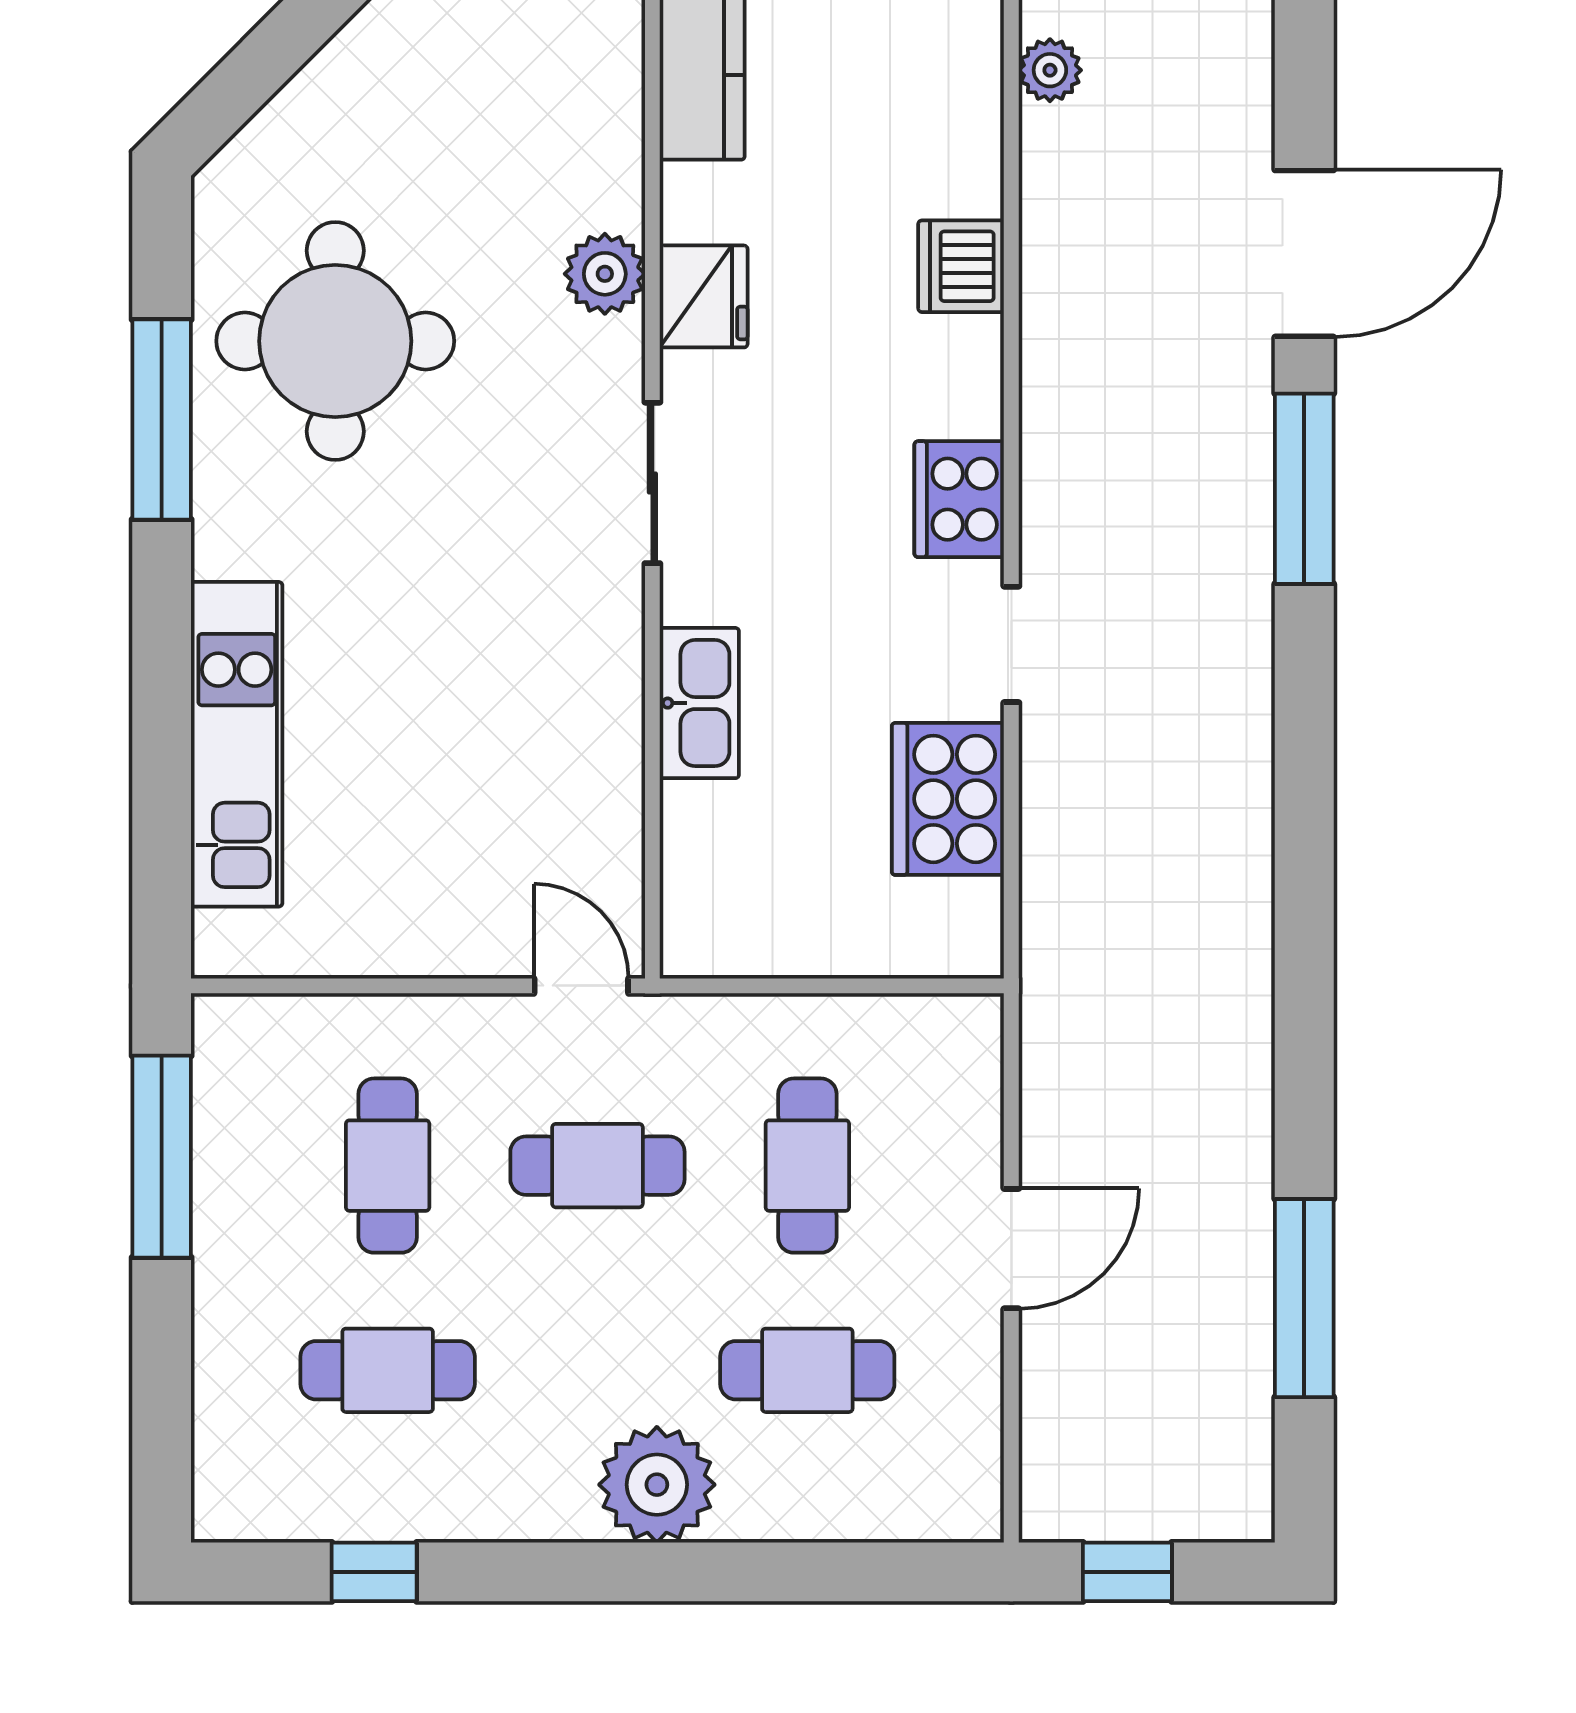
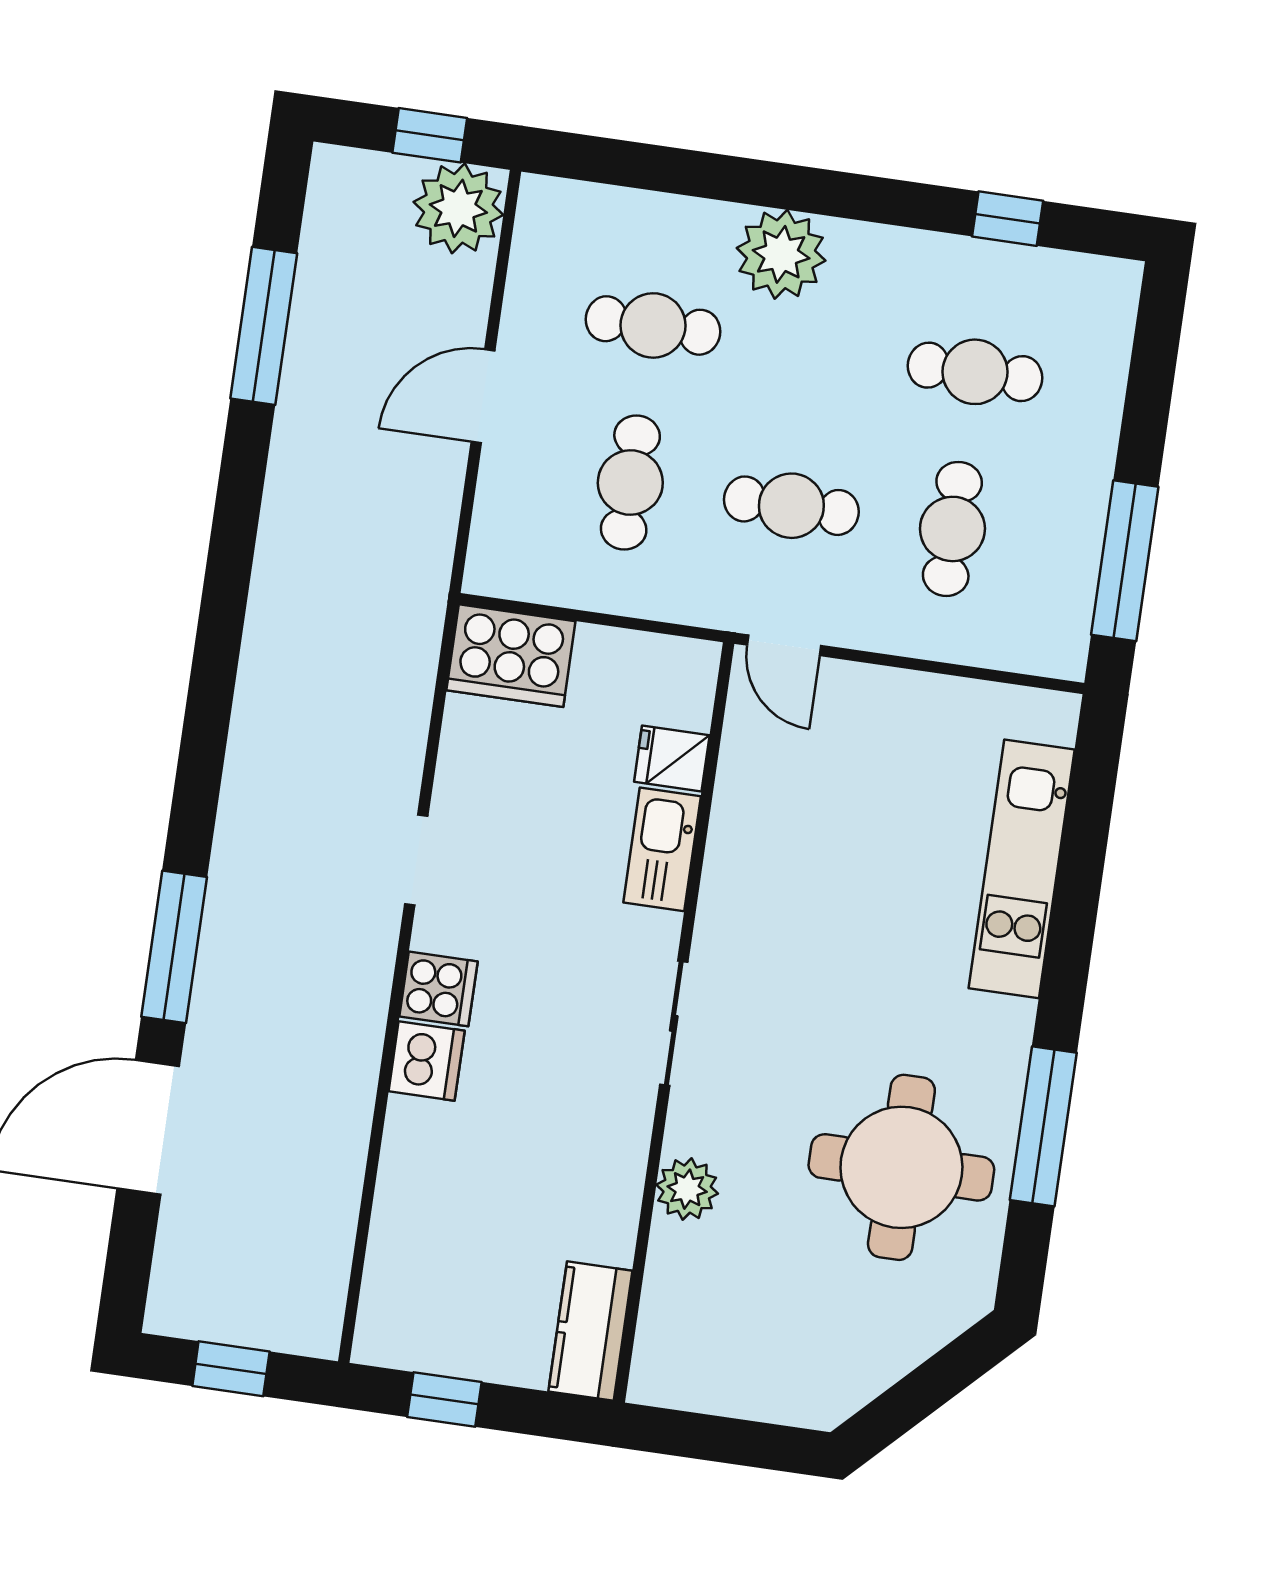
plant: (1050, 70) -> (458, 208), moved, width x1.88, depth x1.88
dishwasher: (961, 266) -> (427, 1061), moved
fridge: (704, 296) -> (672, 758), moved, width x0.72
cooker: (959, 499) -> (438, 989), width x0.73
cooker: (948, 799) -> (511, 656), moved, turned 90

